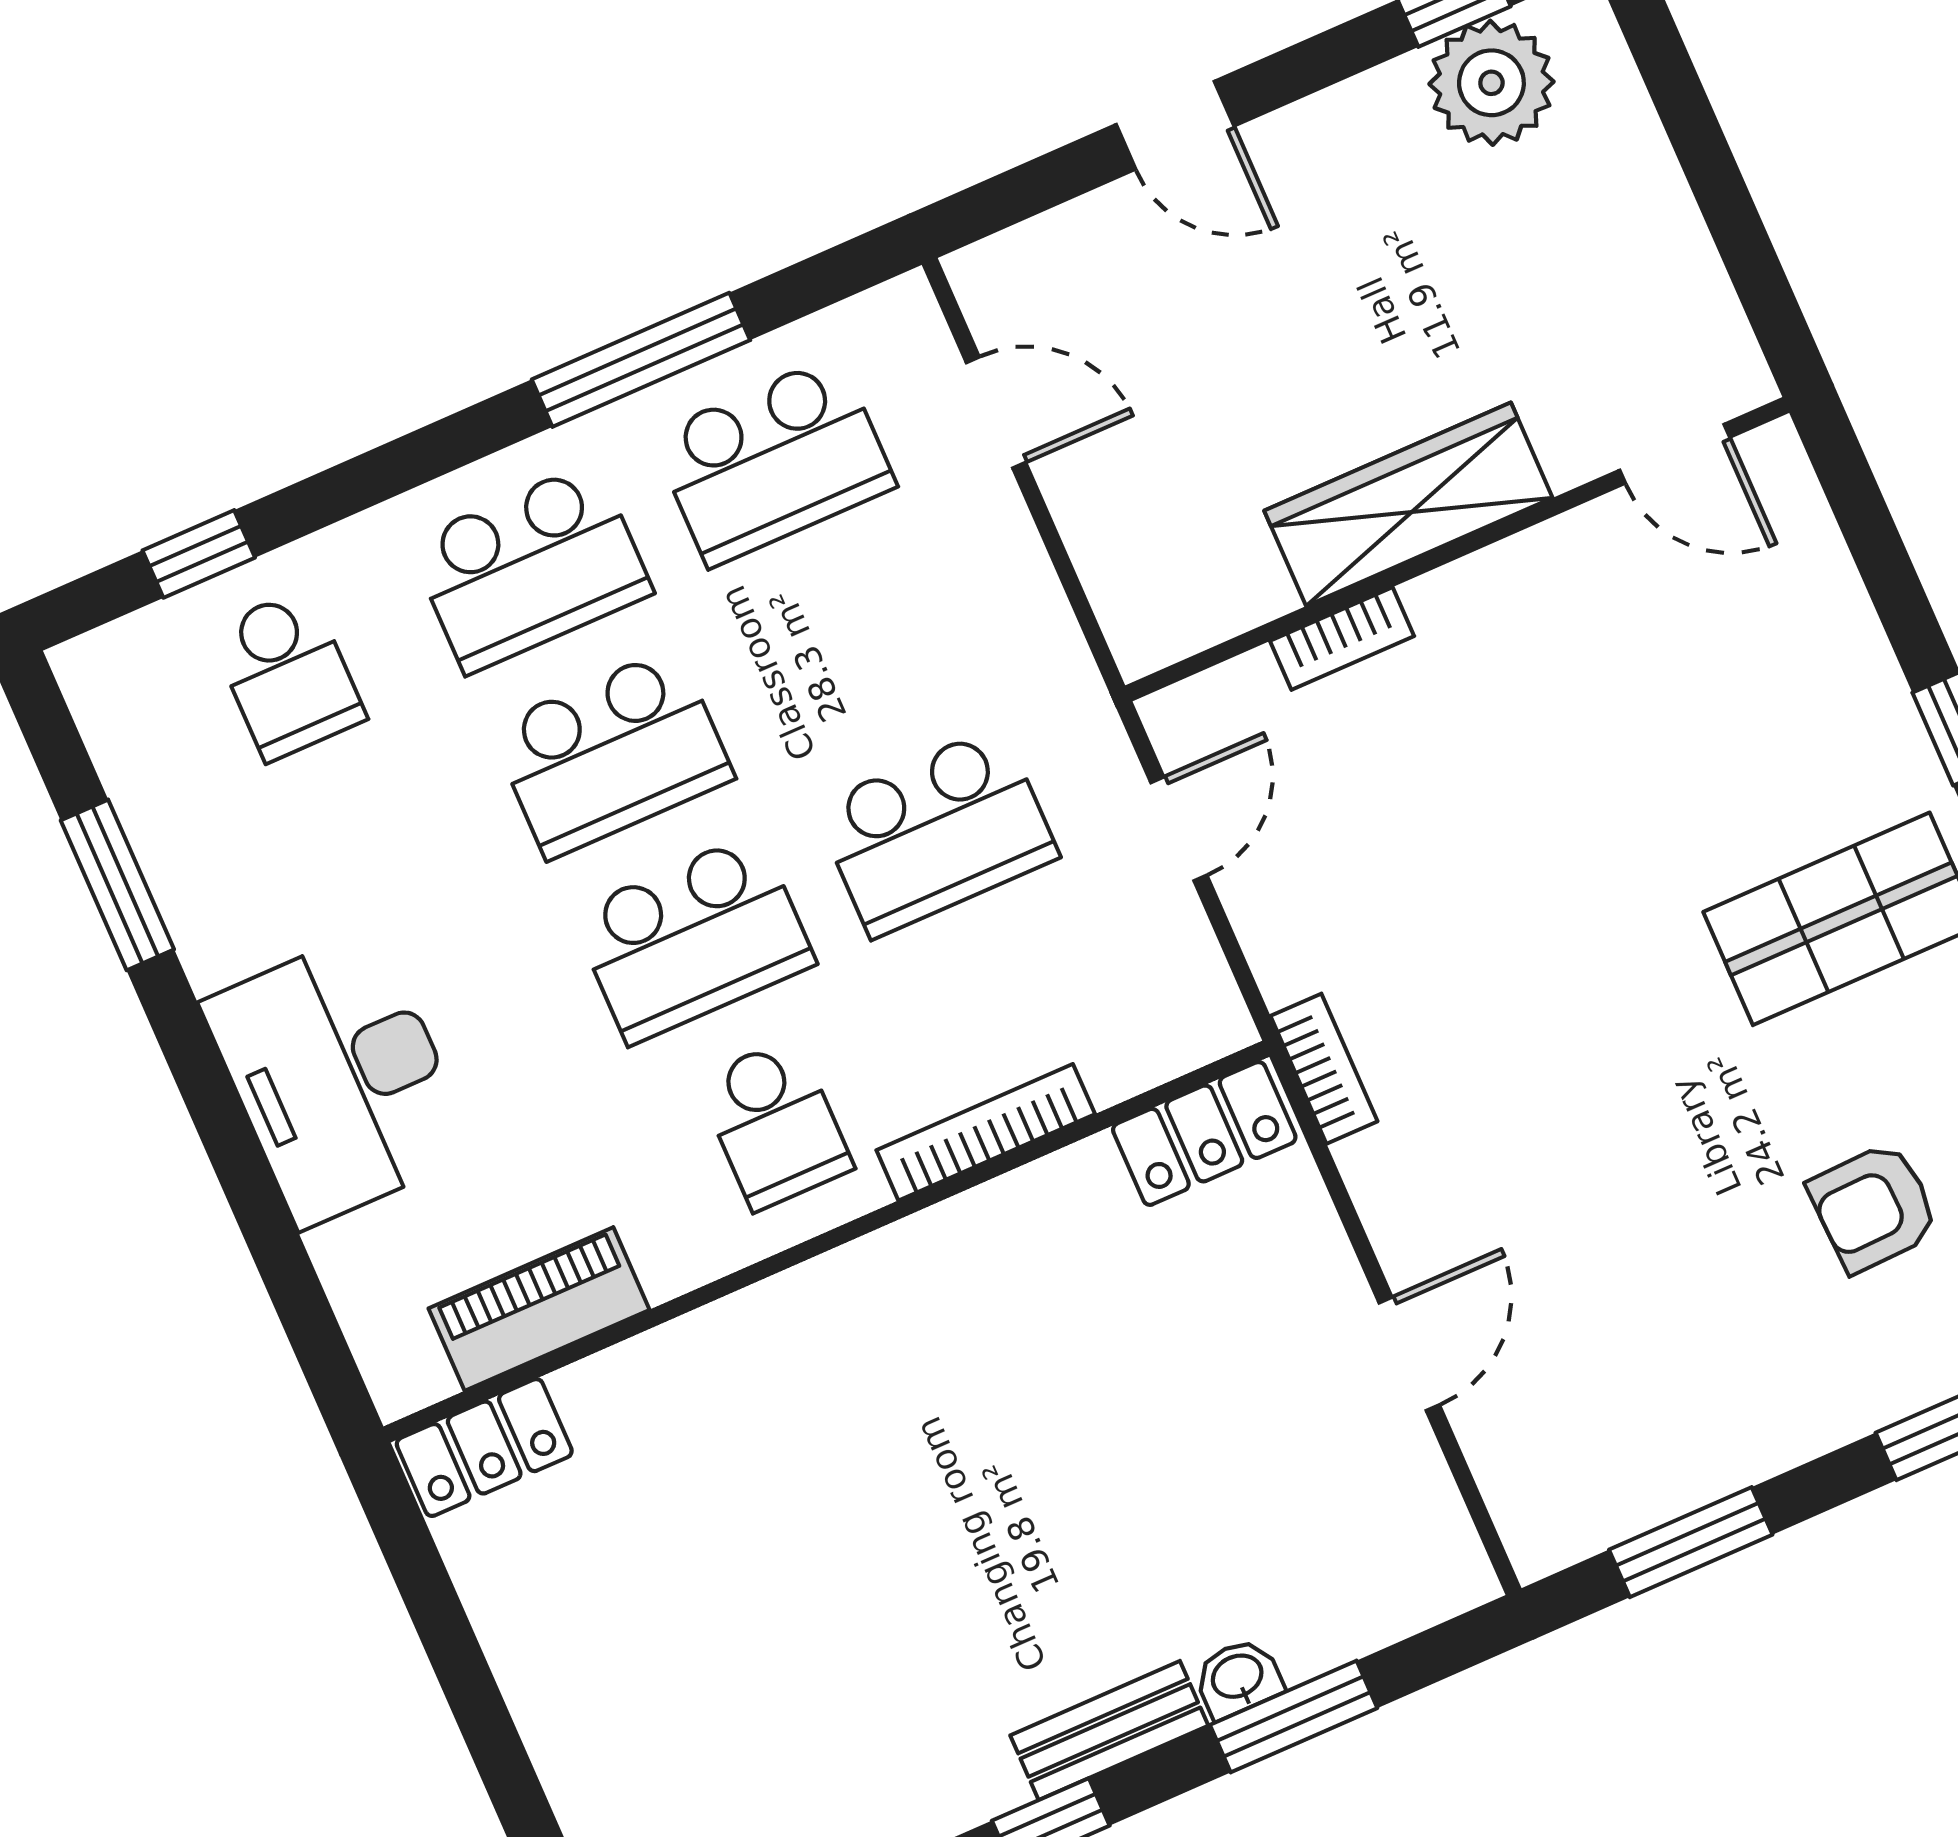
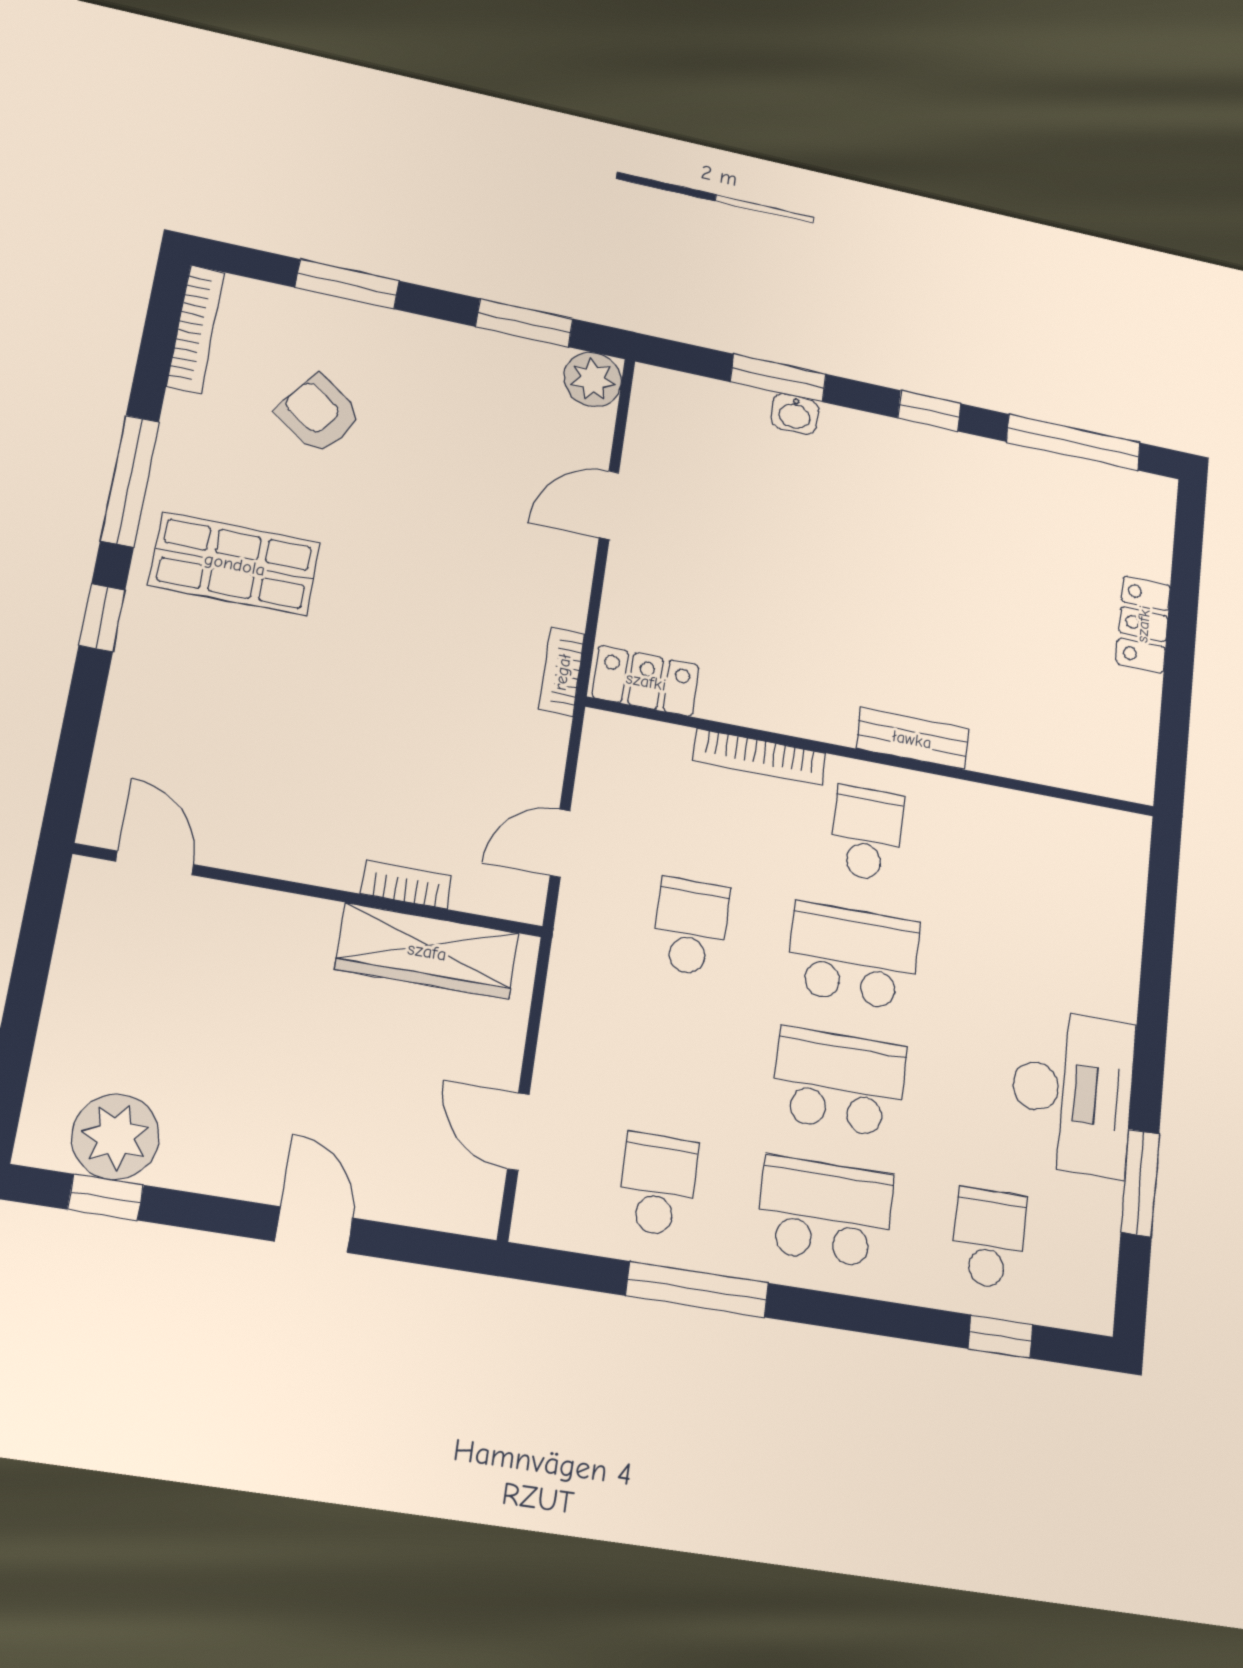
school desk: (774, 461) -> (658, 1185), width x0.54
wardrobe: (1408, 504) -> (427, 951), moved
school desk: (936, 832) -> (691, 927), width x0.54
desk: (338, 1078) -> (1072, 1092), moved
armchair: (1874, 1207) -> (319, 414), turned -142
piano: (539, 1309) -> (1041, 822), removed
locker: (484, 1448) -> (1143, 624), moved, turned -90
plant: (1546, 1525) -> (593, 379), added
bench: (1109, 1730) -> (912, 739), moved

